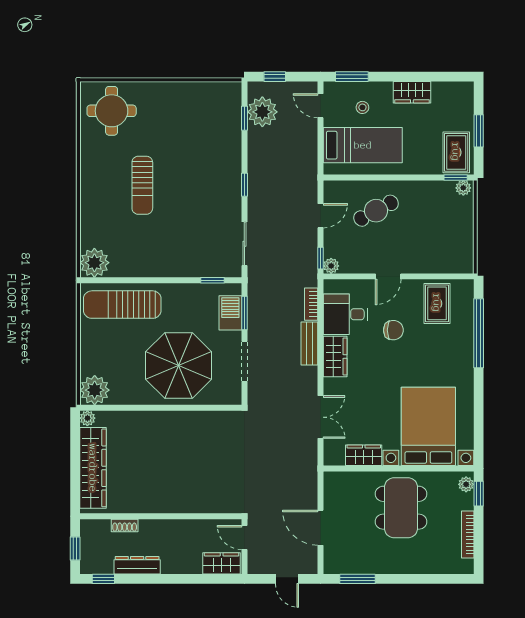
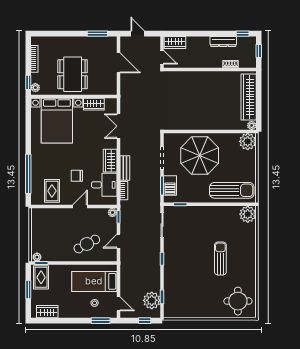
wardrobe: (412, 92) -> (47, 312), moved

